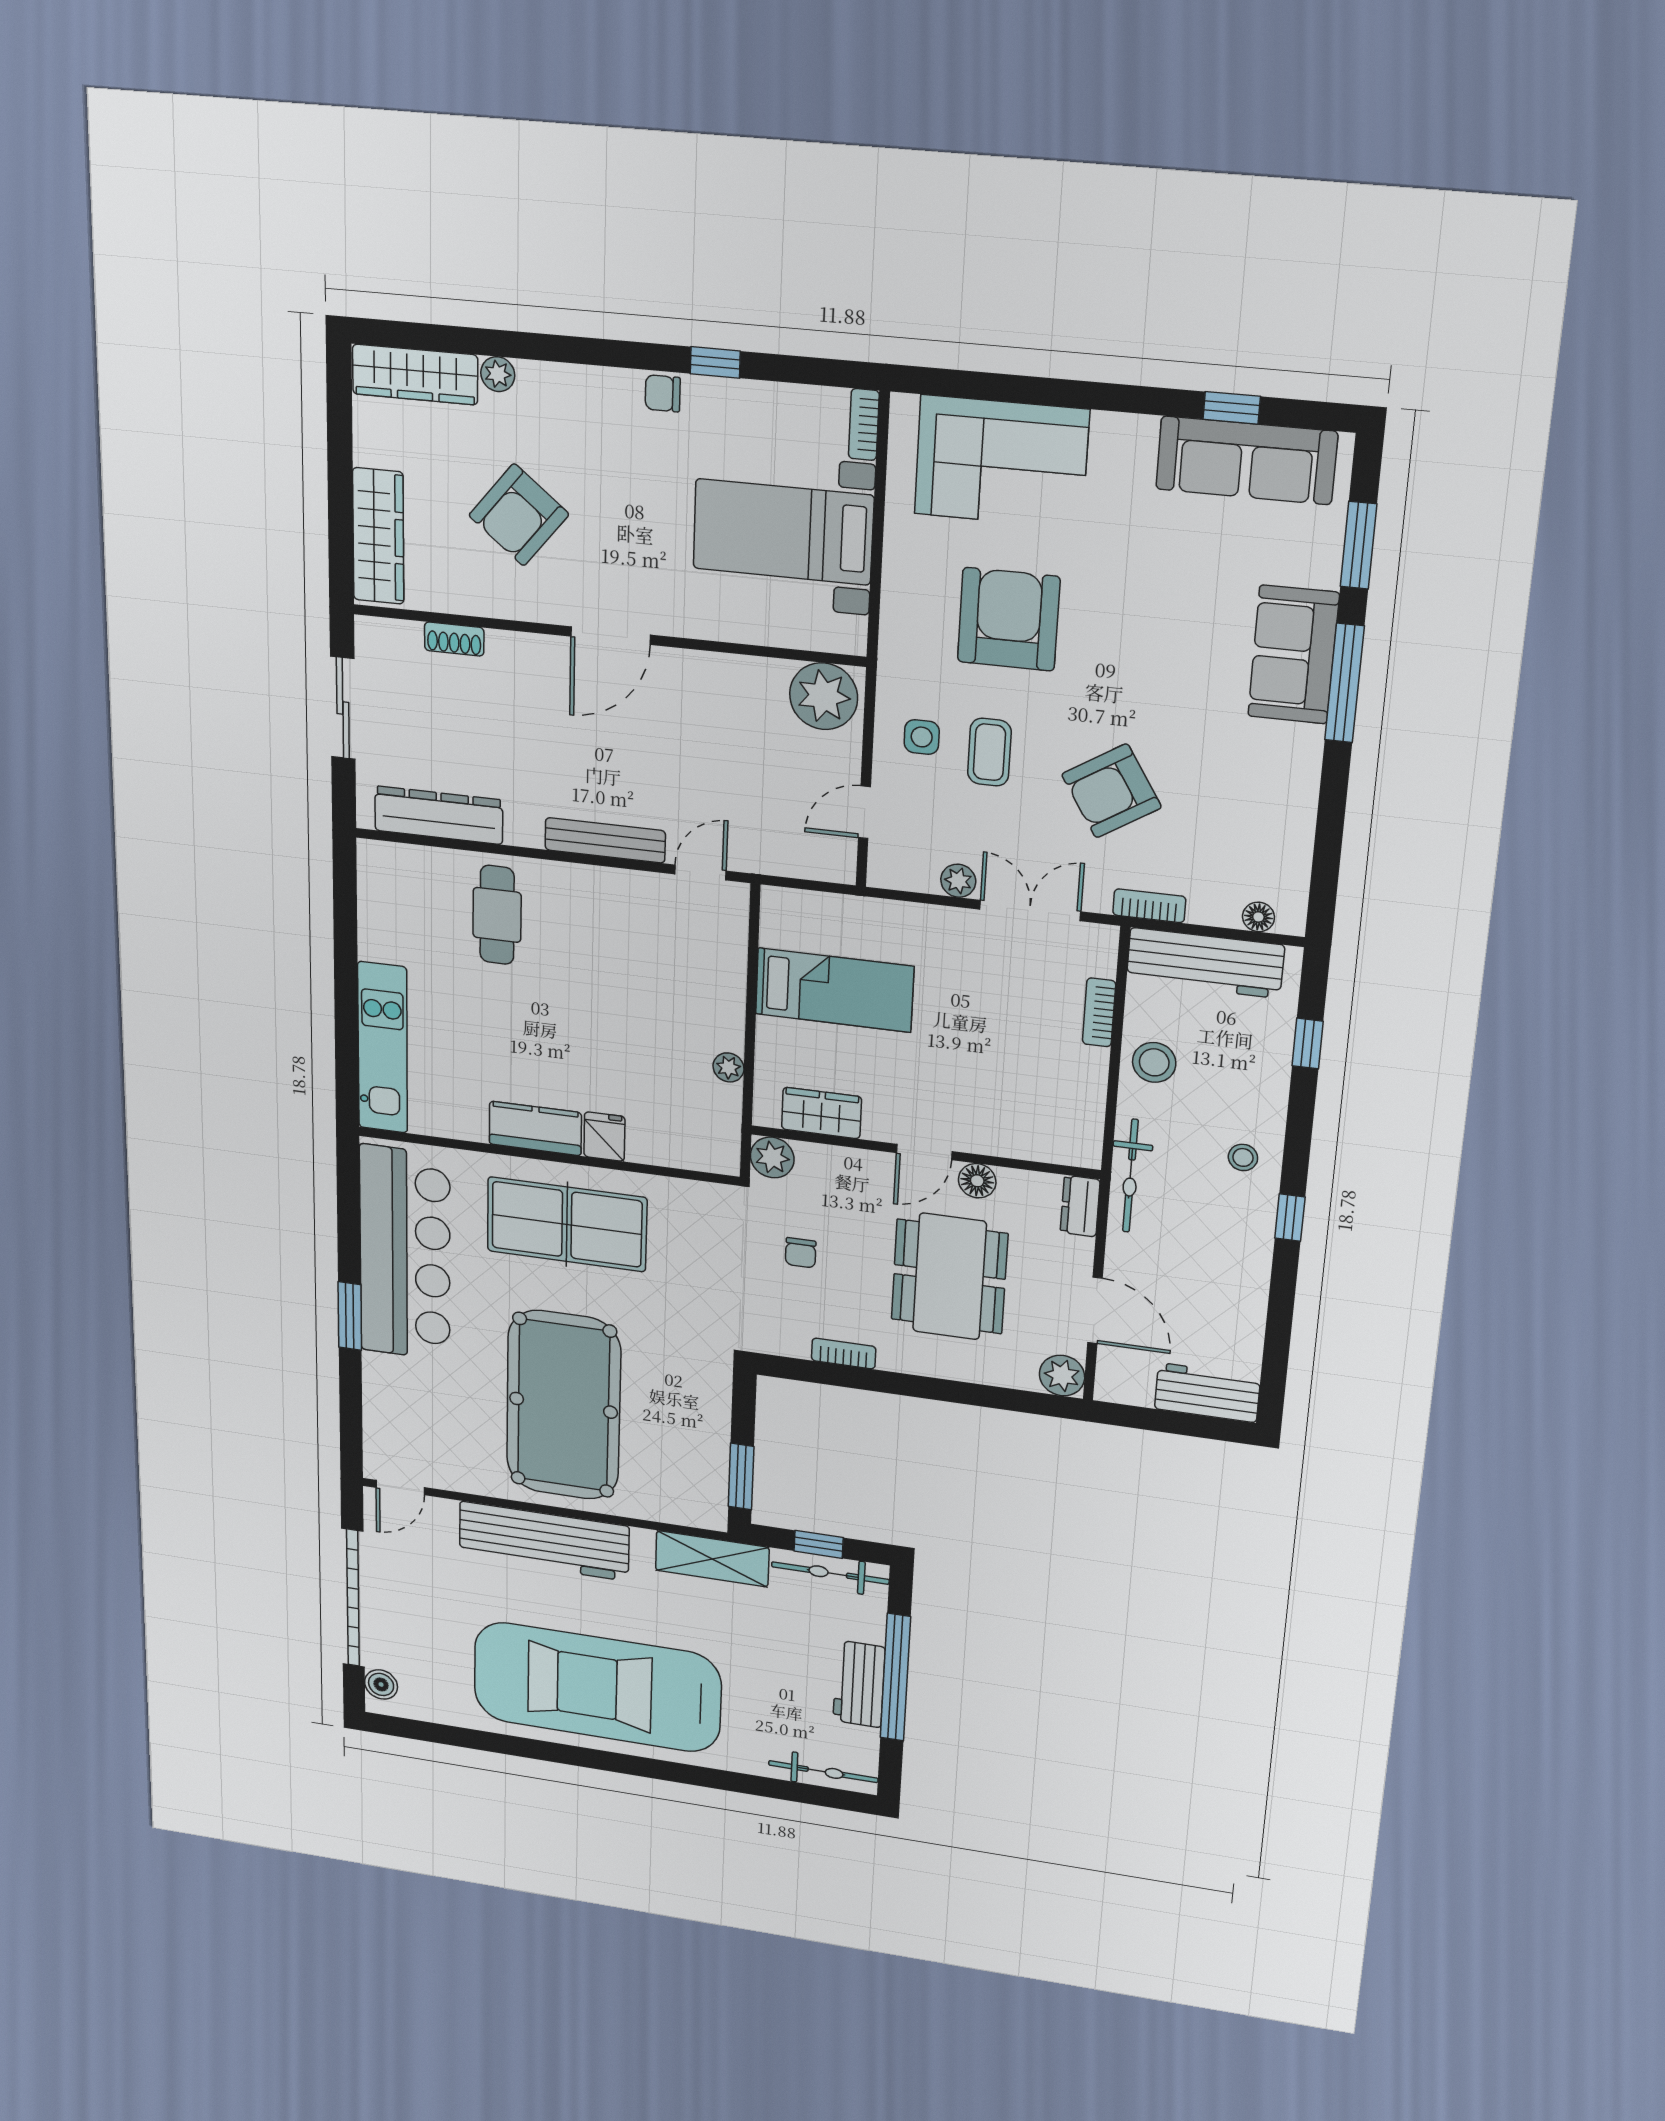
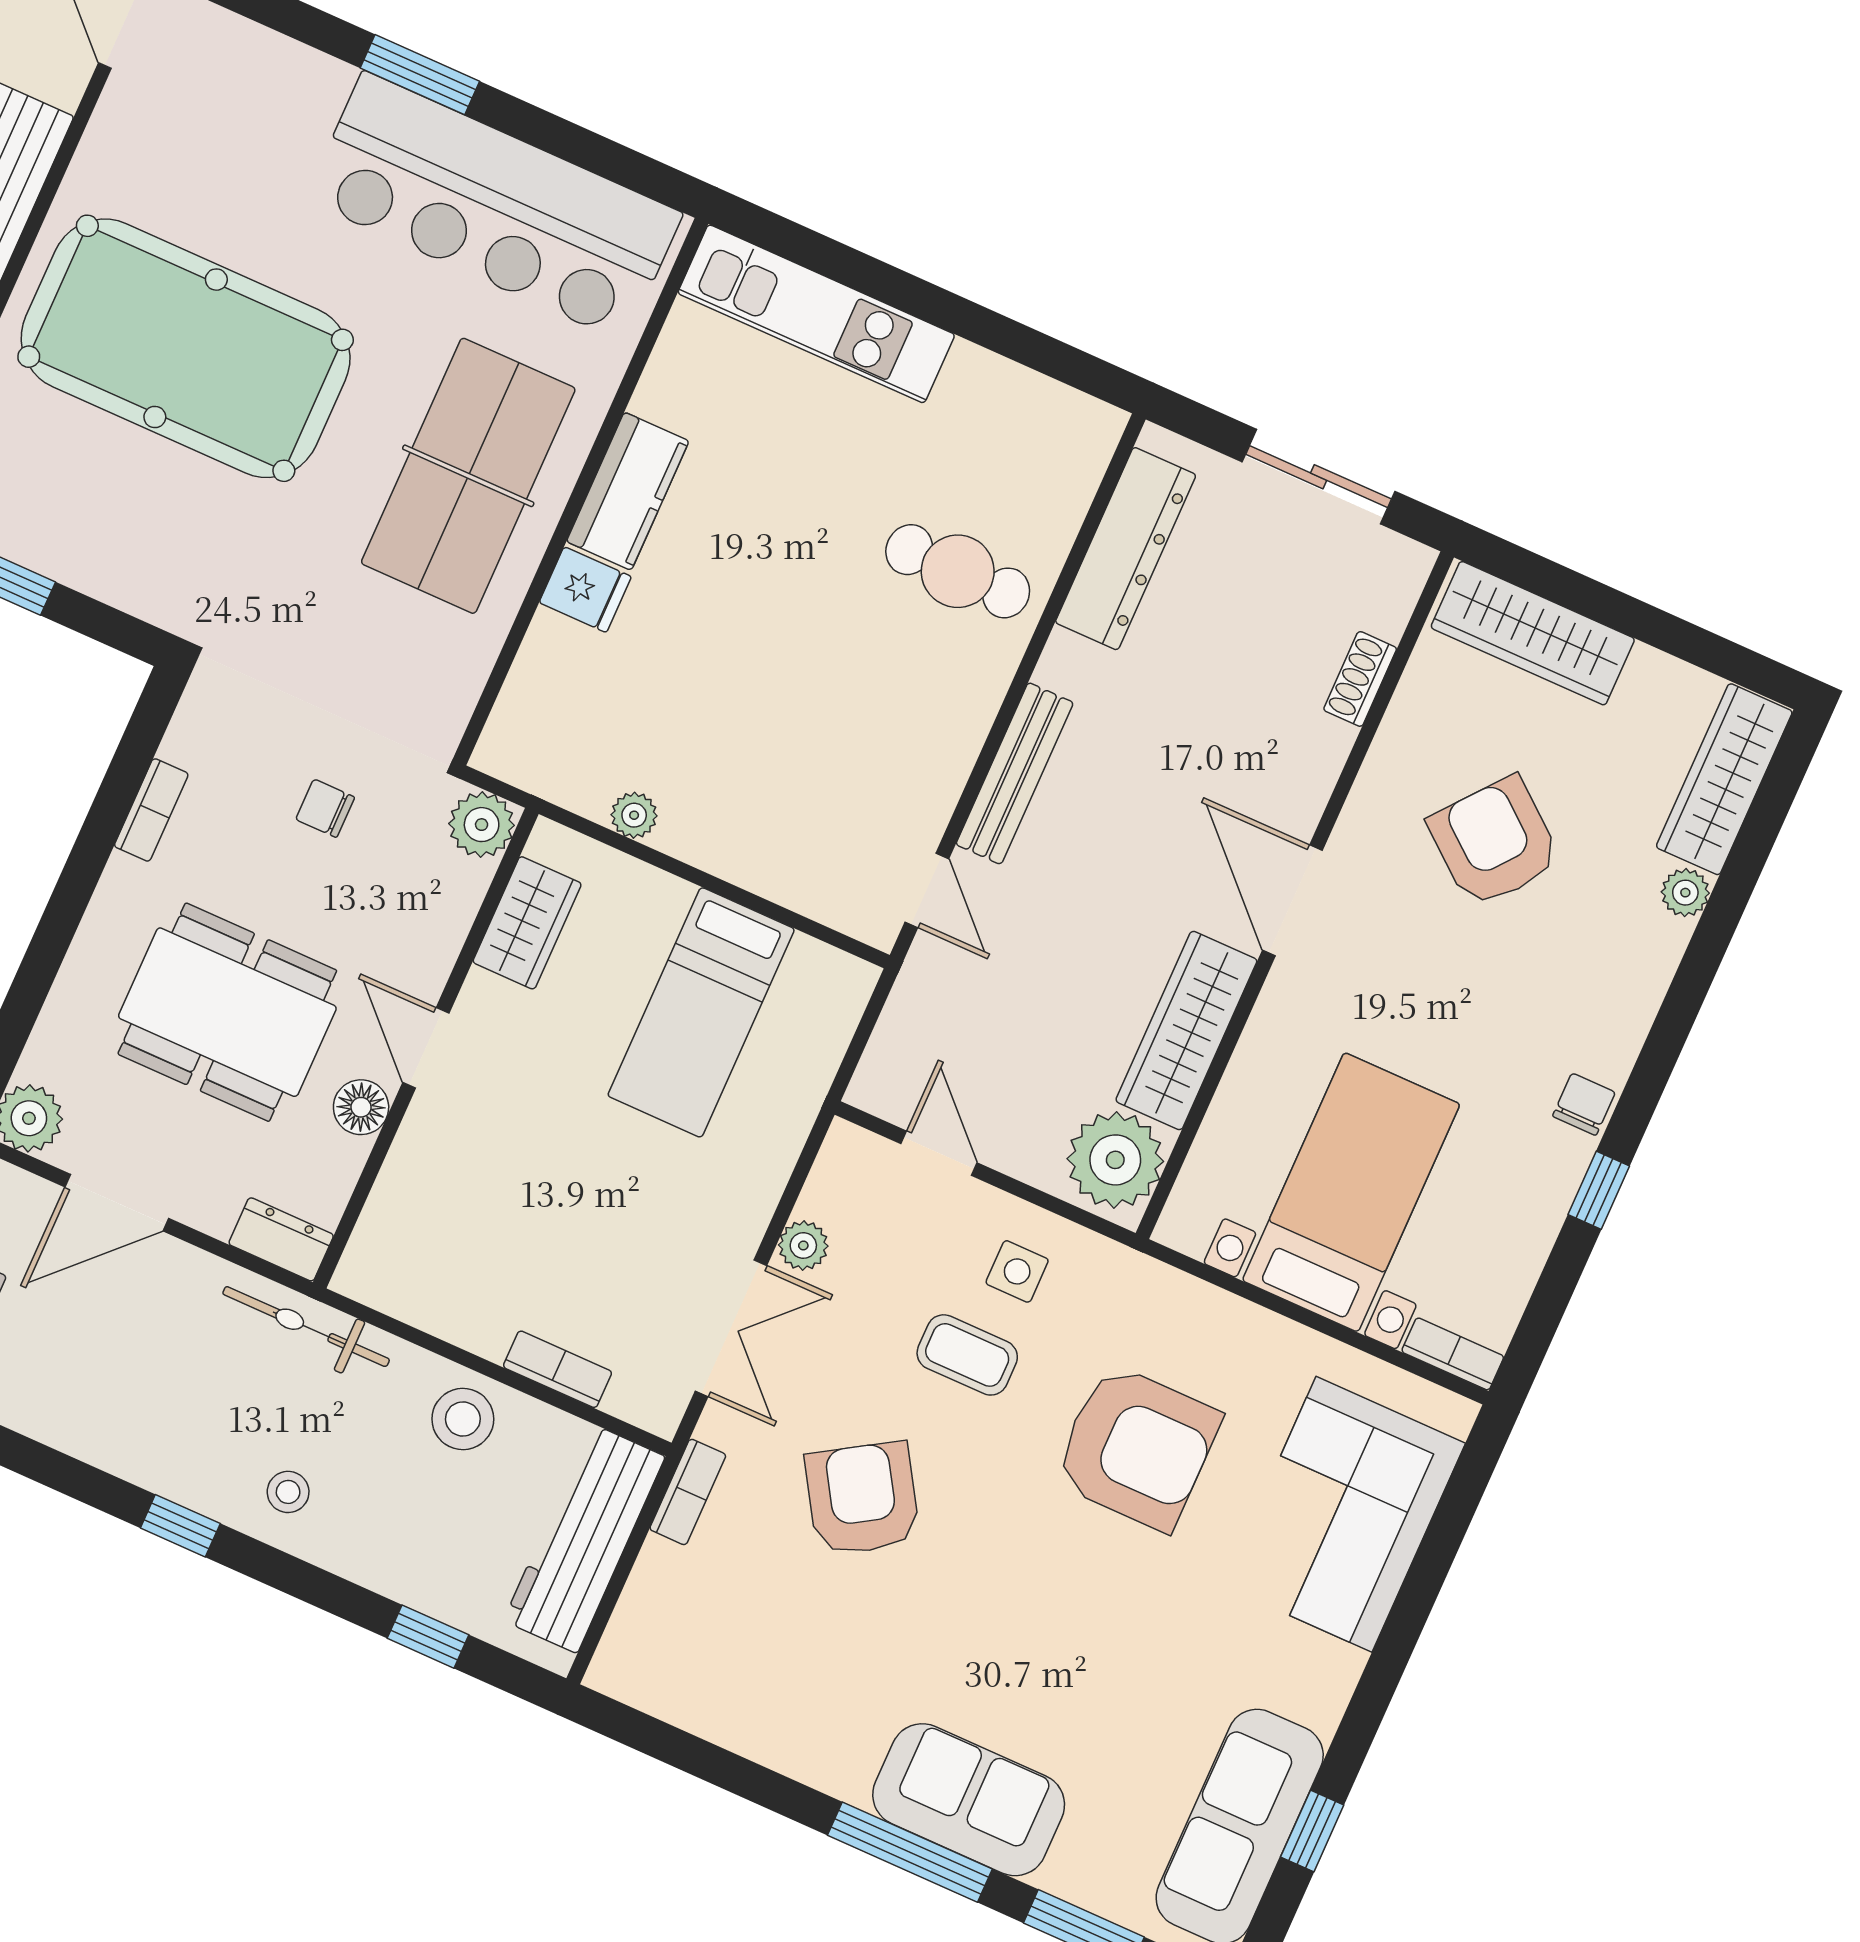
wardrobe: (721, 677) -> (1186, 1030), added
floor lamp: (1258, 917) -> (627, 1632), removed

